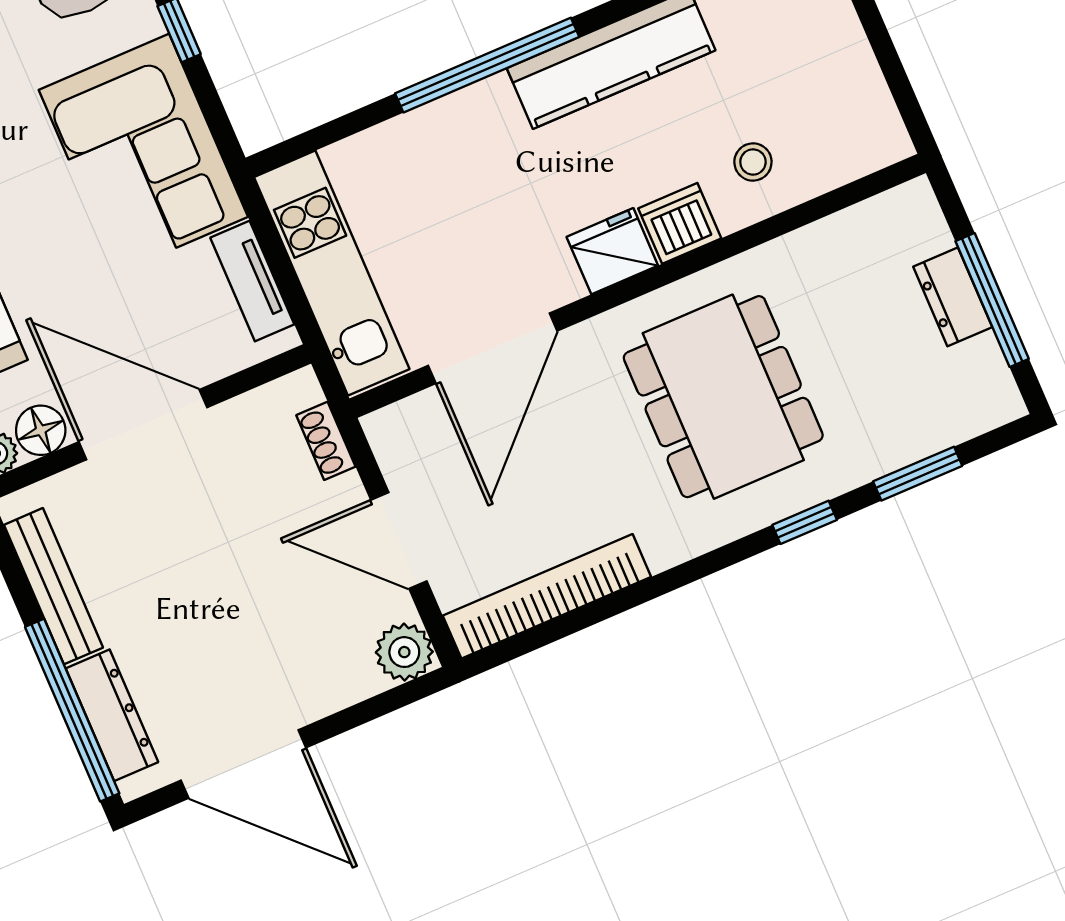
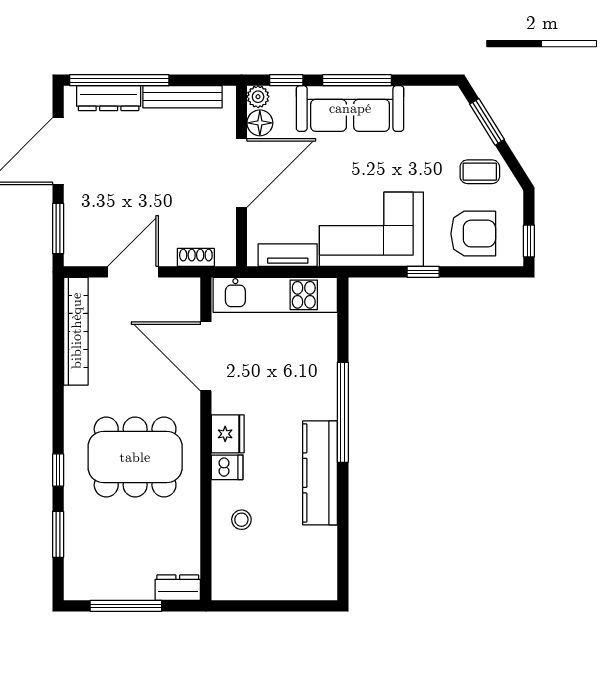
dishwasher: (680, 223) -> (227, 467), width x0.73
dresser: (953, 297) -> (178, 588), moved
plant: (404, 652) -> (78, 251), removed
window: (379, 705) -> (58, 228), added

